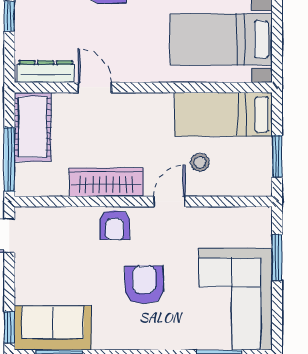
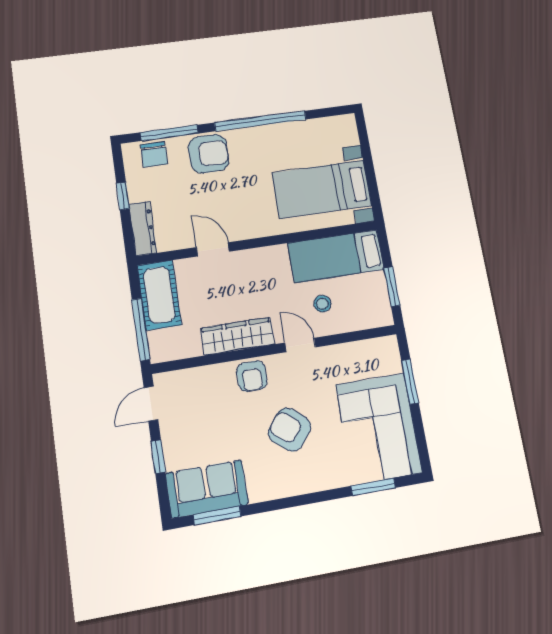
dresser: (46, 71) -> (143, 228), moved, turned 90
door: (169, 201) -> (300, 345), hinge flipped
armchair: (144, 285) -> (289, 430), turned -51
window: (9, 327) -> (158, 457), moved

